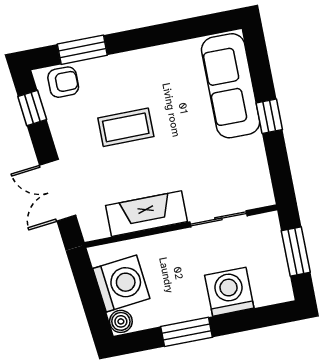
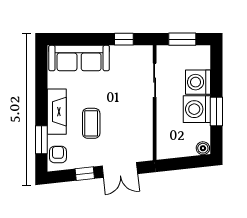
window: (32, 108) -> (85, 174), moved
window: (269, 116) -> (124, 39), moved
fireplace: (146, 214) -> (57, 112), moved, turned 180
washing machine: (121, 284) -> (197, 109), moved, turned -84

